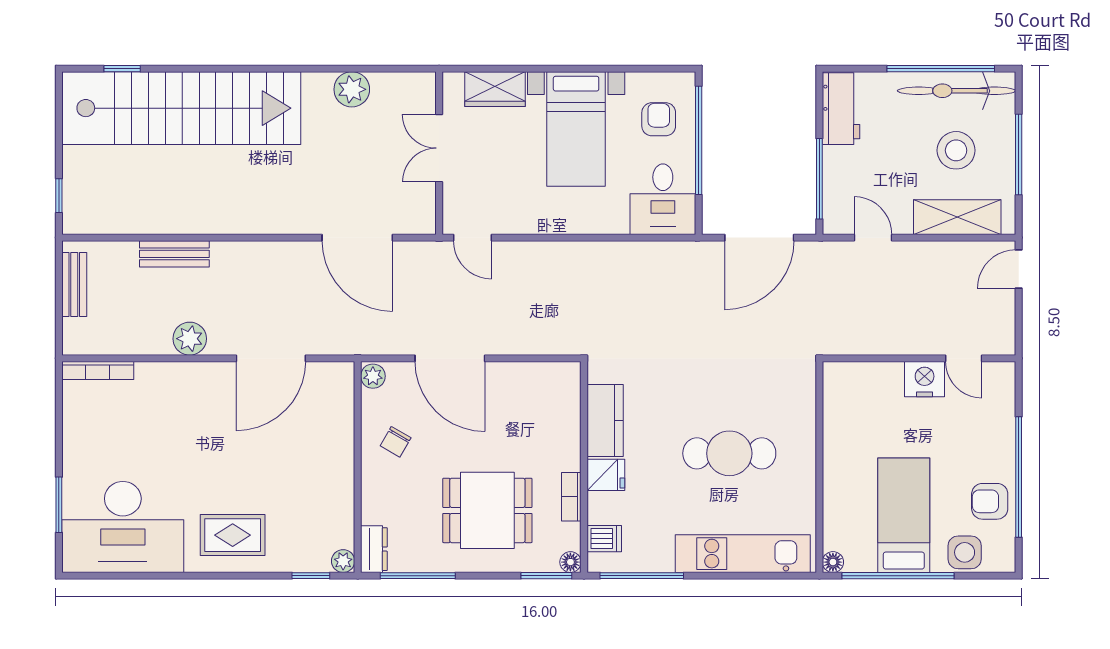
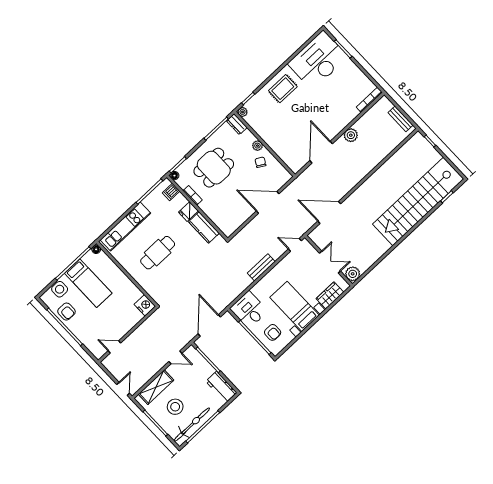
plant: (352, 89) -> (353, 274), moved
bench: (174, 254) -> (261, 267), moved
plant: (373, 376) -> (257, 146), moved
nightstand: (925, 379) -> (145, 305), moved, turned -90
armchair: (990, 501) -> (66, 312), turned 90

